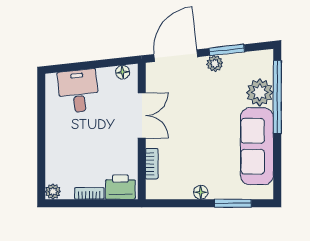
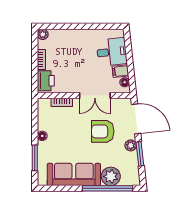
filing cabinet: (106, 78) -> (120, 71), added
armchair: (194, 104) -> (103, 131), added

